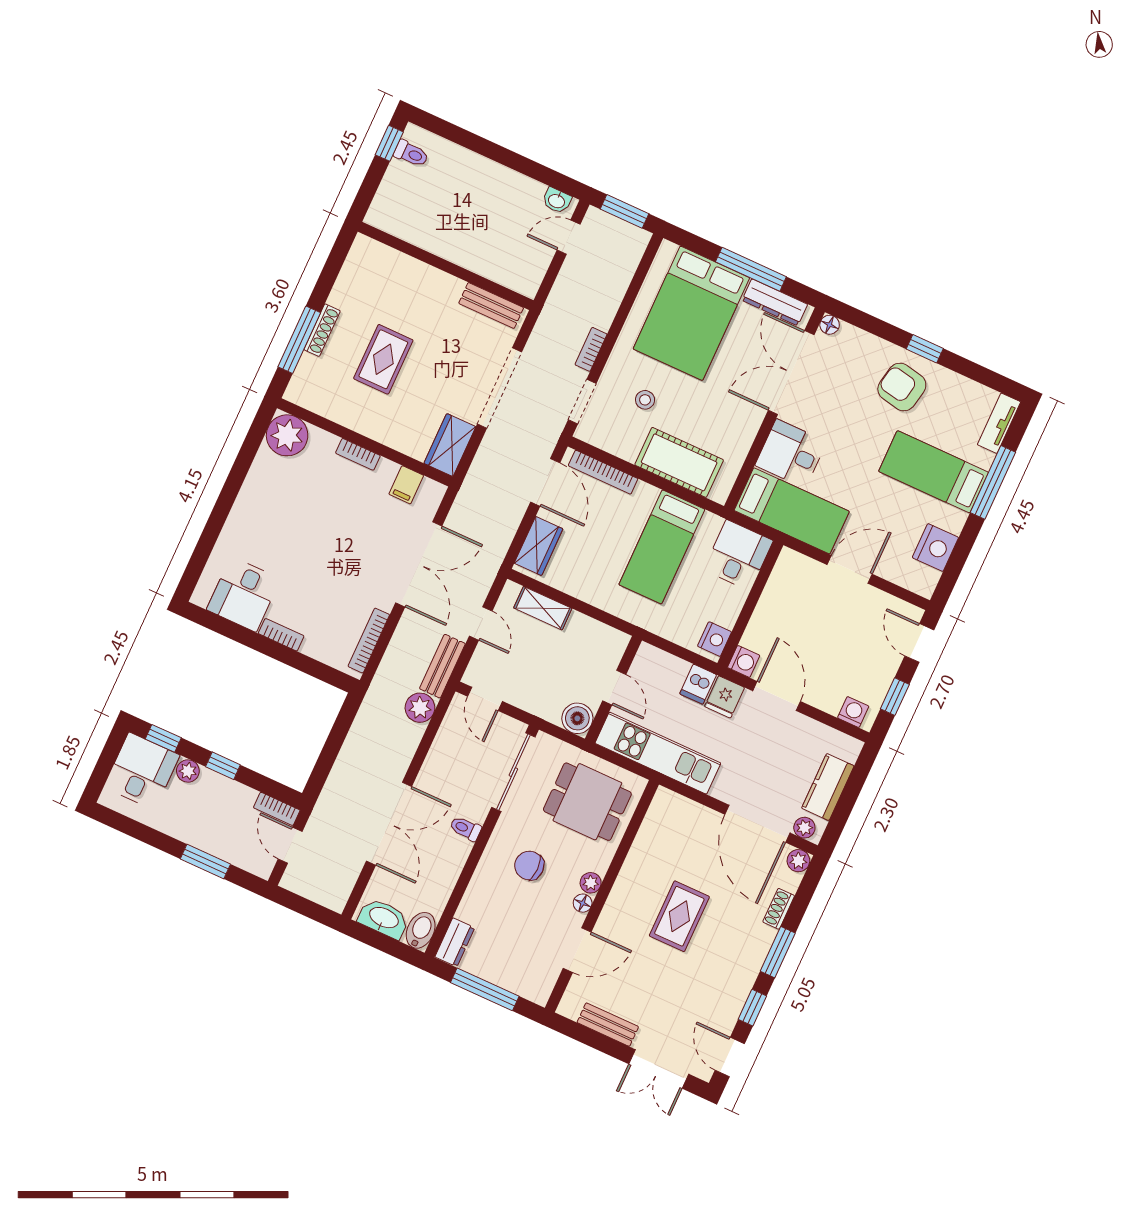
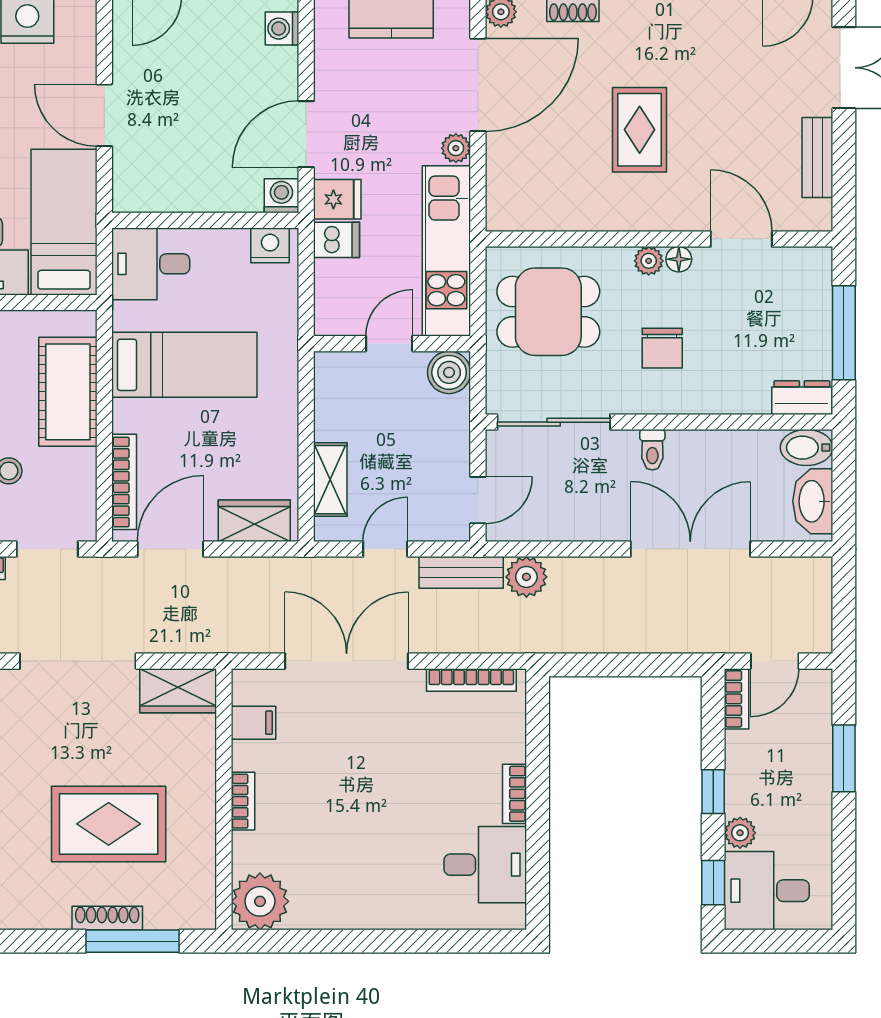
rug: (383, 359) -> (109, 824), width x1.36, depth x1.43
dining table: (587, 802) -> (548, 312), turned 90
plant: (804, 828) -> (456, 148), moved
rug: (679, 916) -> (640, 130), turned 90

